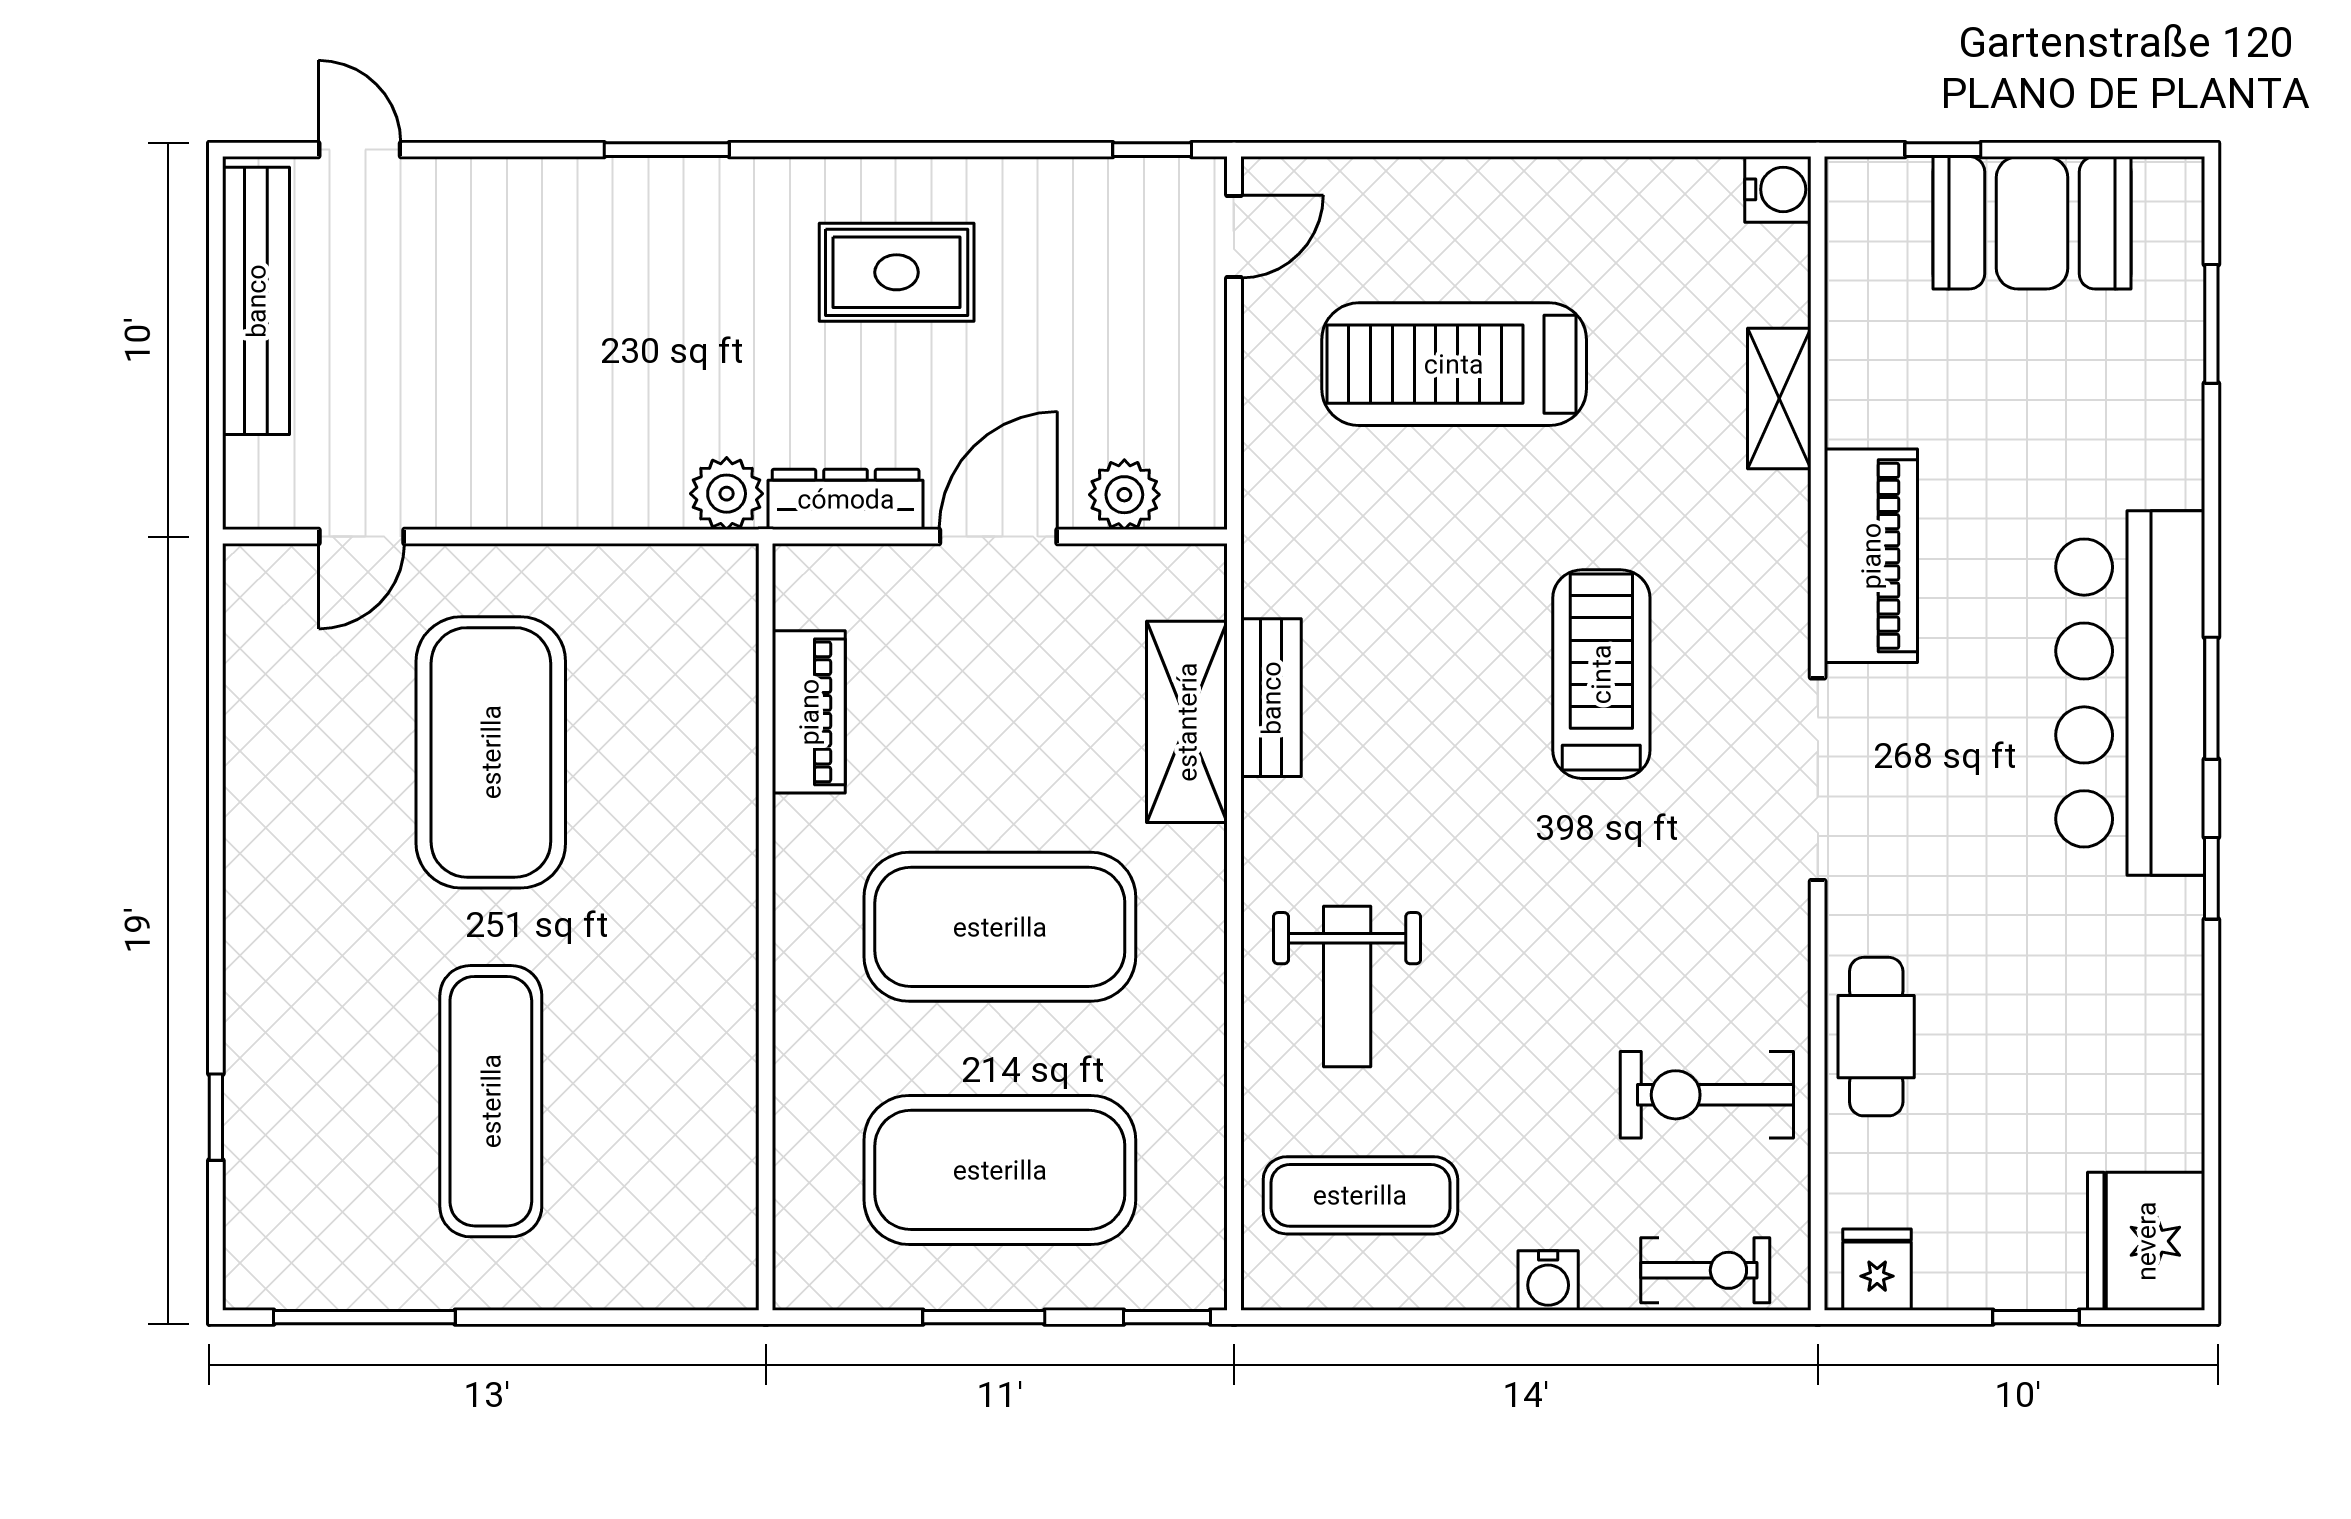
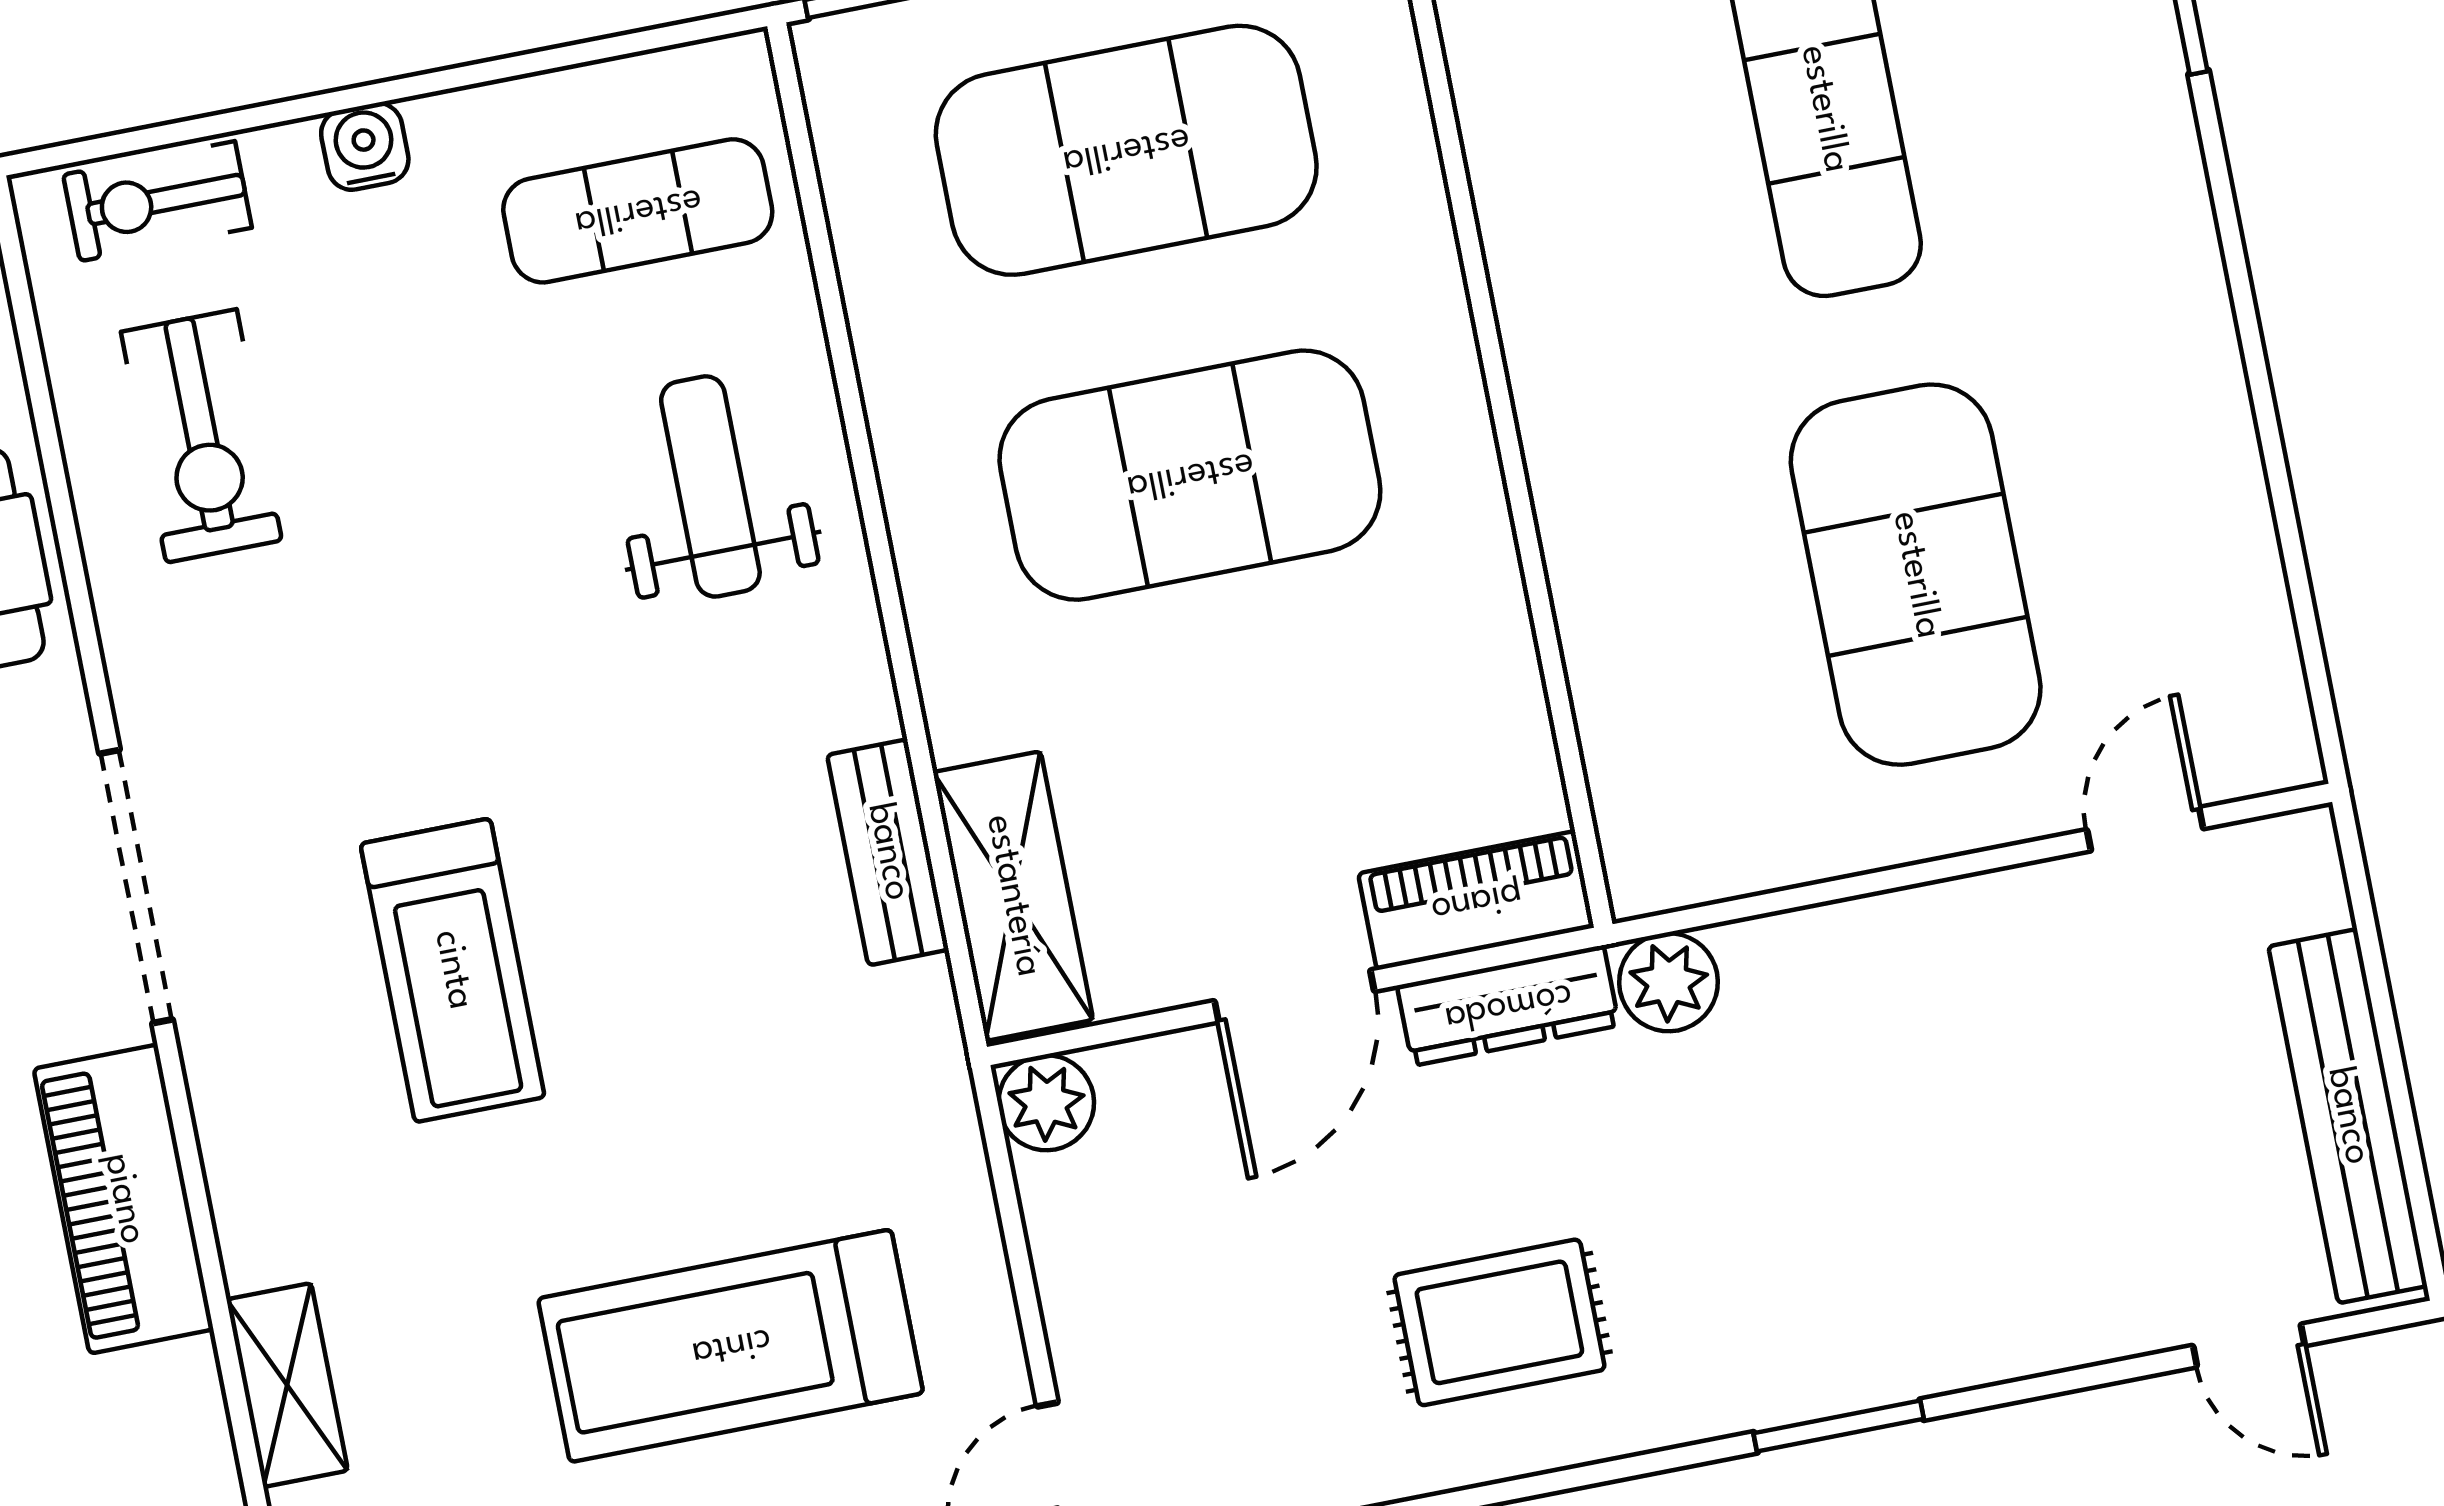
treadmill: (1454, 364) -> (731, 1346), turned 180
plant: (1124, 495) -> (1046, 1103), moved
piano: (809, 712) -> (1476, 901), moved, turned 90
shelving: (1187, 722) -> (1013, 896), moved
exercise bike: (1707, 1095) -> (201, 436), turned 90

